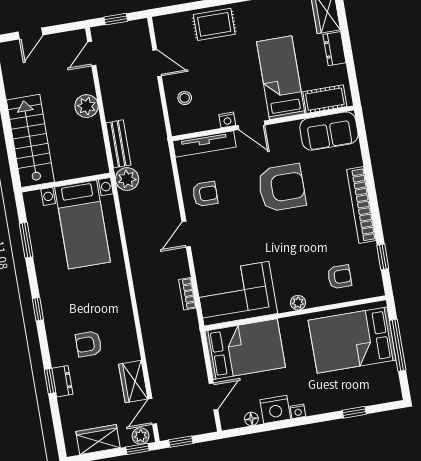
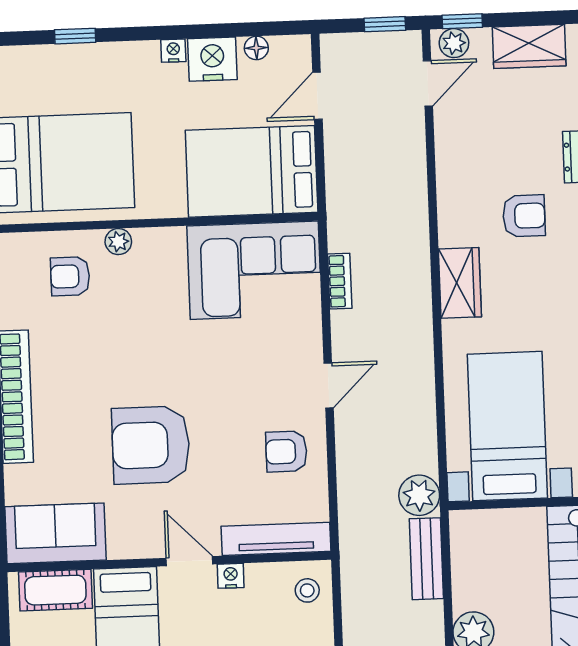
stool: (185, 98) -> (307, 590), moved
plant: (298, 303) -> (118, 242), moved
wardrobe: (133, 382) -> (460, 283), moved

